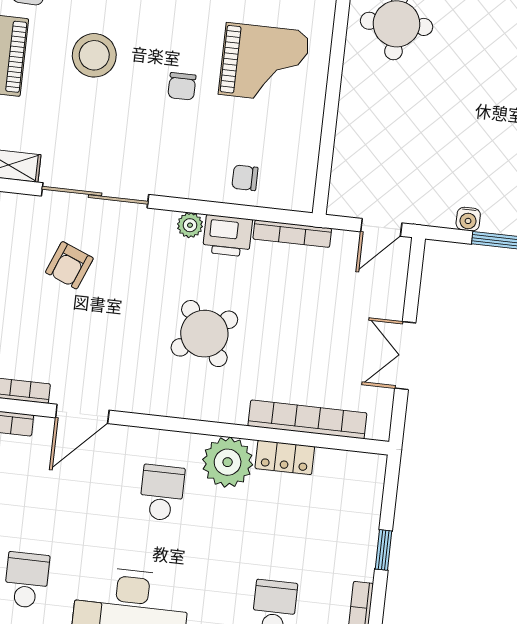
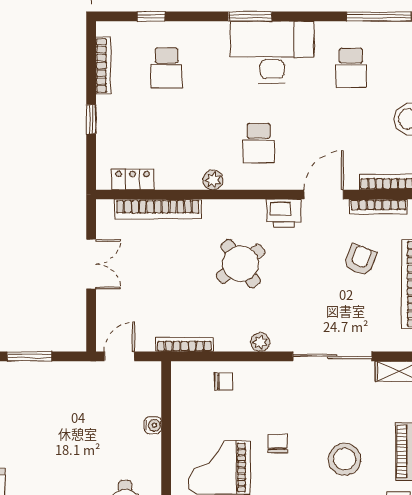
water cooler: (468, 219) -> (153, 425), moved, turned 90
printer: (228, 236) -> (284, 213), moved, turned 180
armchair: (69, 265) -> (360, 260), moved
locker: (285, 457) -> (133, 179), moved
plant: (228, 462) -> (213, 180), width x0.53, depth x0.53

